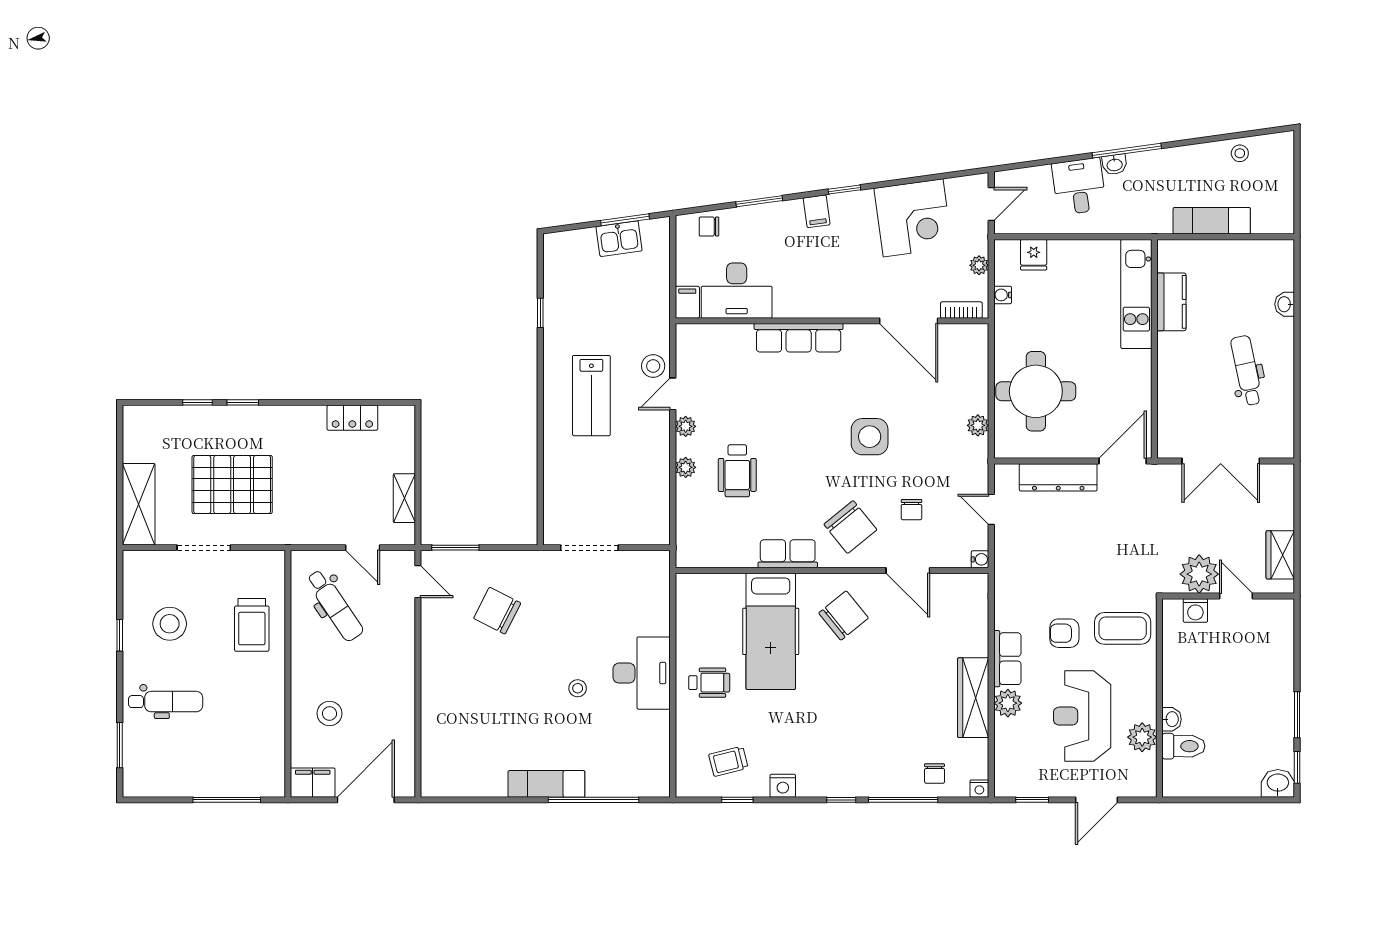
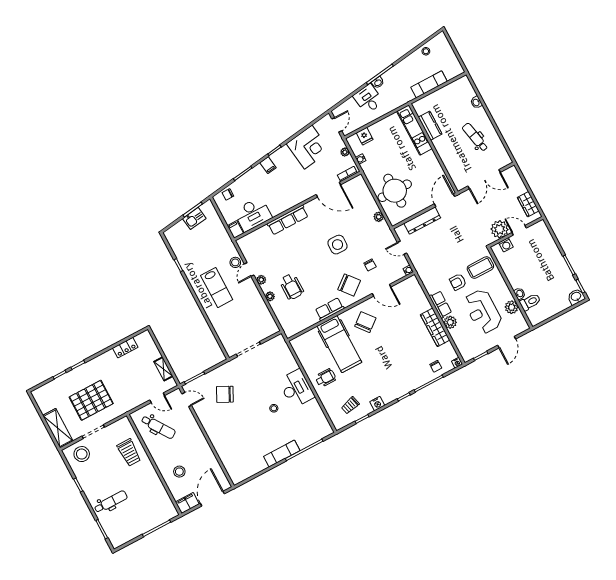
stool: (170, 624) -> (82, 454), moved

